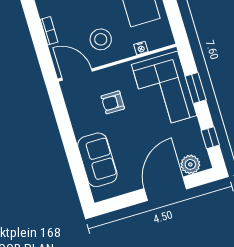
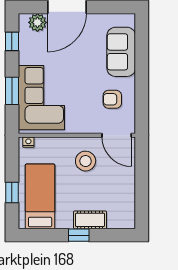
bookcase: (49, 31) -> (130, 183), removed
nightstand: (141, 48) -> (28, 142), moved
armchair: (113, 102) -> (112, 99), moved, turned 180

